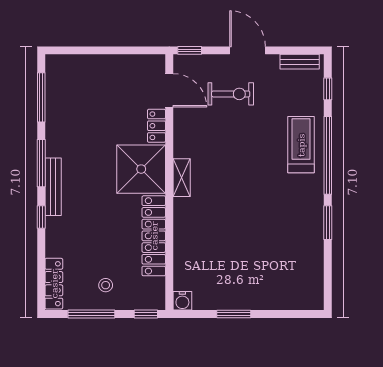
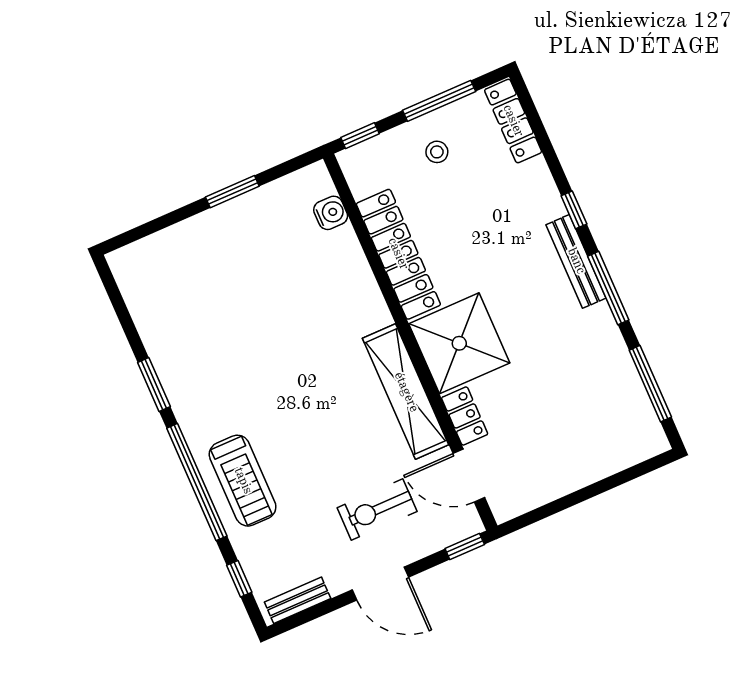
shelving: (182, 178) -> (406, 392), width x2.20, depth x1.33
water cooler: (182, 301) -> (331, 213), moved, turned 90

